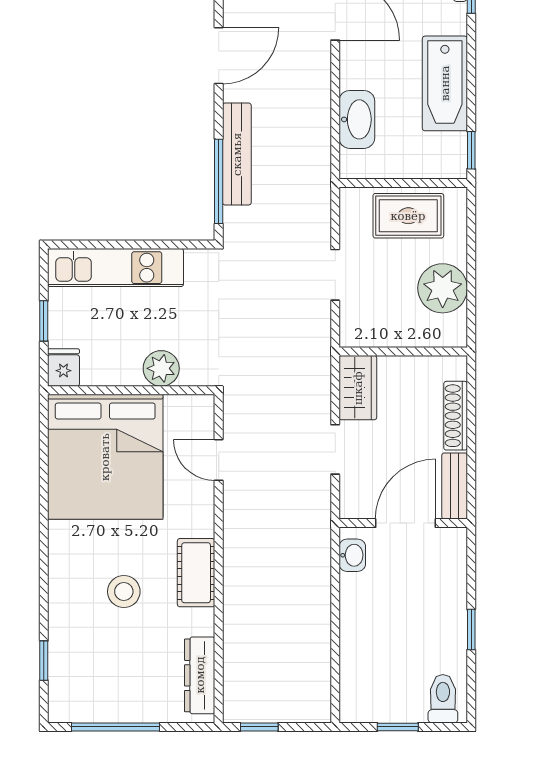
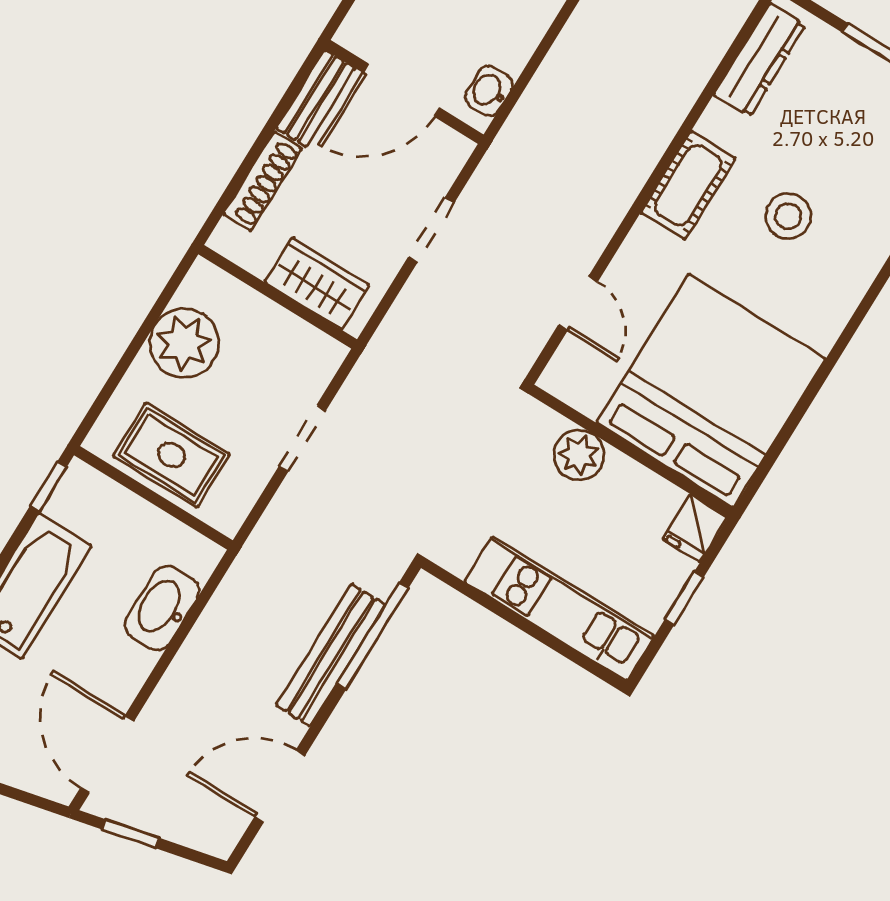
wardrobe: (358, 388) -> (317, 284), moved, turned 90

